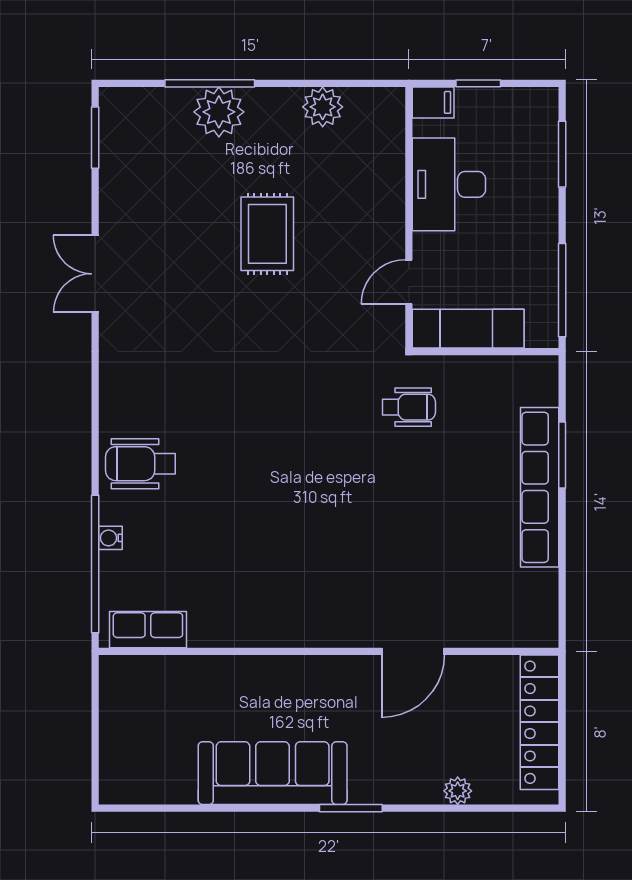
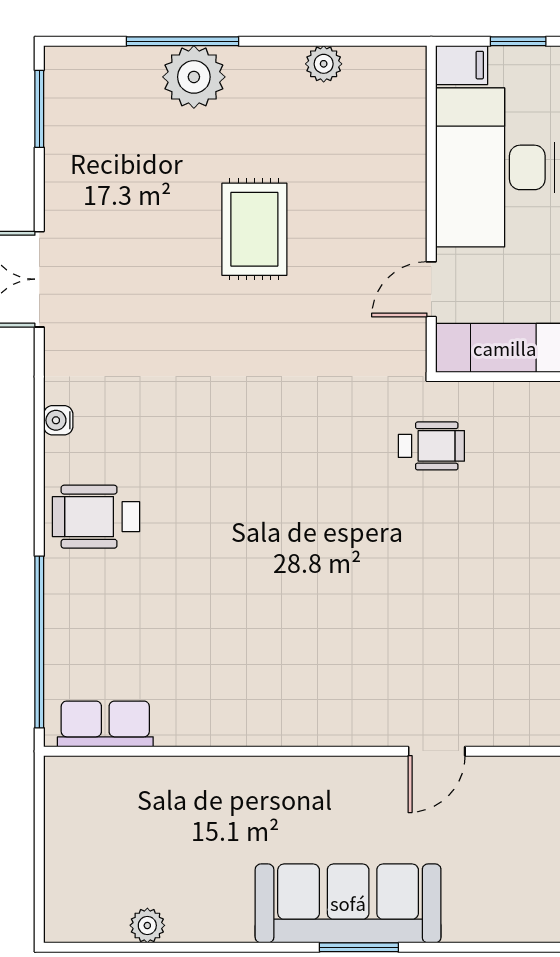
plant: (323, 107) -> (324, 64), width x0.73, depth x0.73
desk: (449, 184) -> (495, 167), width x1.36, depth x1.30
water cooler: (110, 538) -> (58, 420), moved
door: (413, 651) -> (437, 751), width x0.73
sofa: (273, 773) -> (348, 903), moved
plant: (458, 791) -> (147, 925), moved

